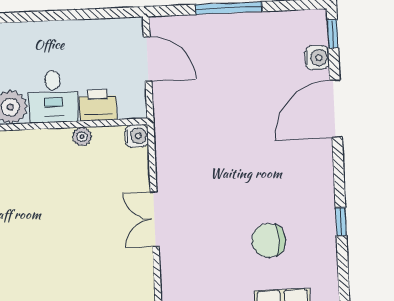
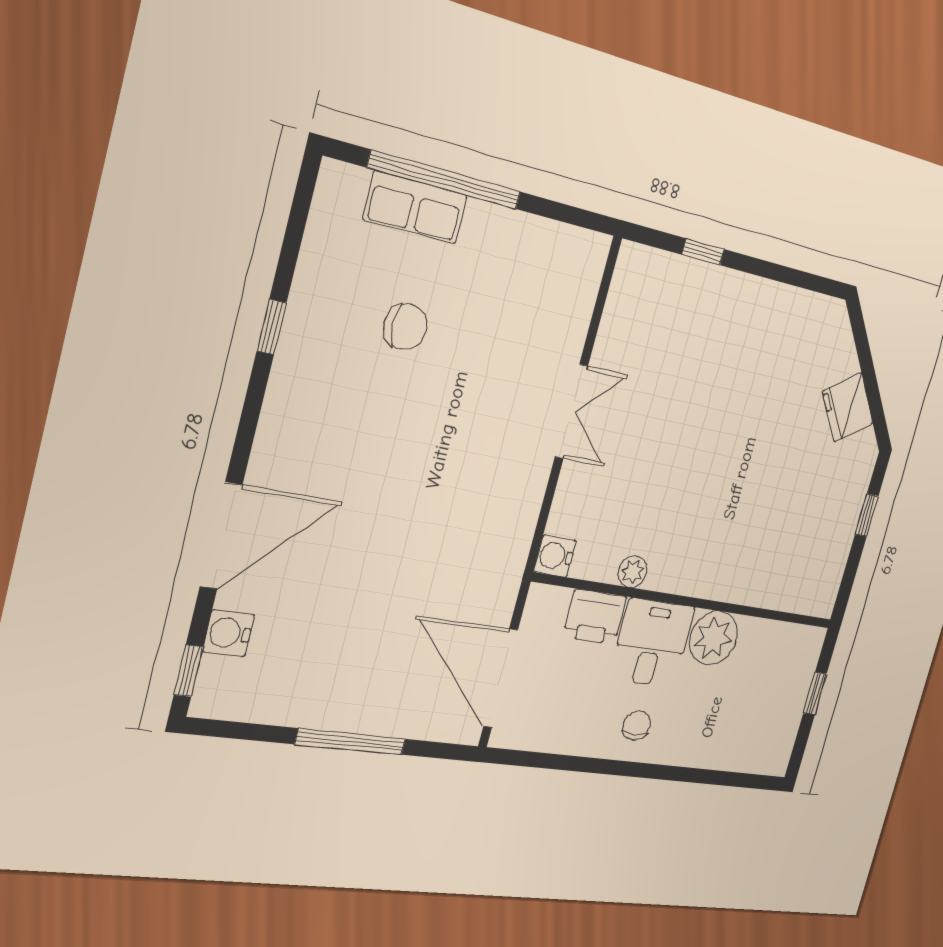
chair: (46, 44) -> (637, 725), added
door: (148, 59) -> (500, 678), width x1.36
chair: (269, 240) -> (405, 327), width x0.73, depth x0.73

